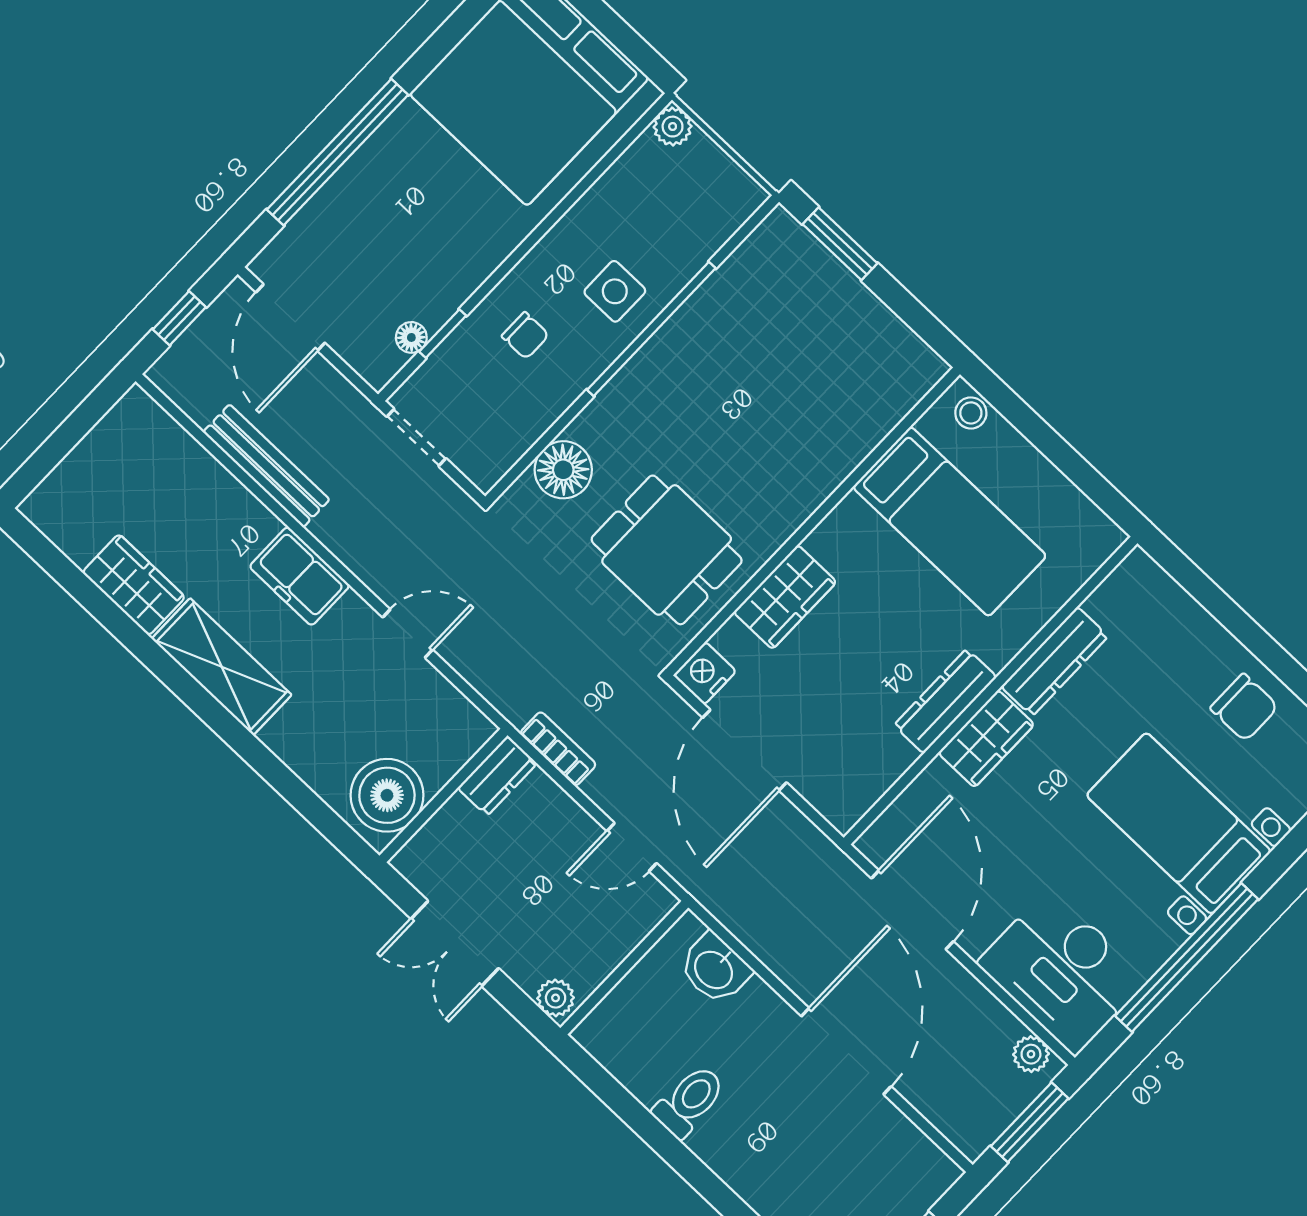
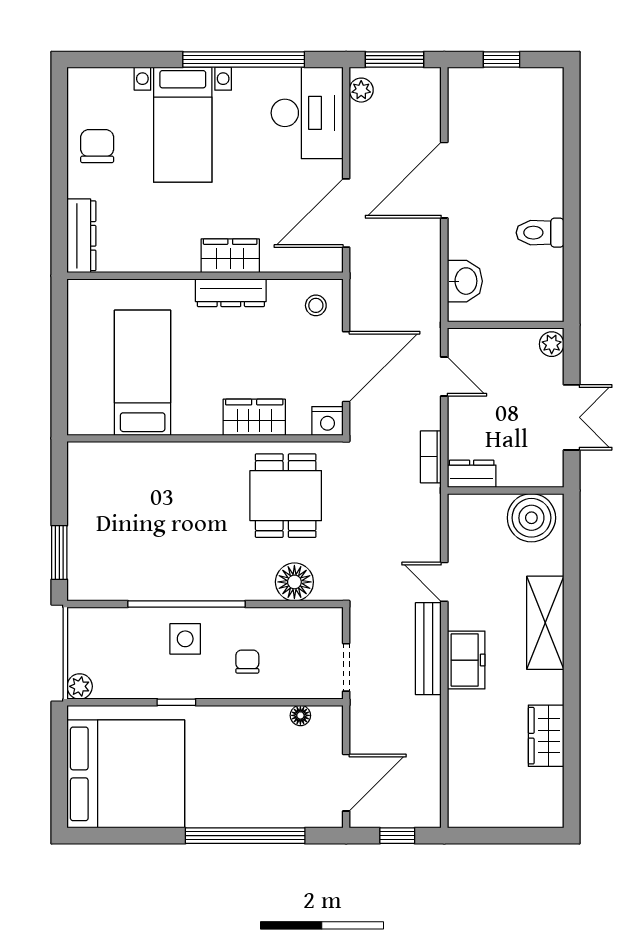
window: (443, 334) -> (176, 702), moved
stool: (971, 413) -> (316, 305), moved
bench: (266, 466) -> (428, 649), moved
dresser: (1055, 661) -> (81, 236), moved, turned 90
shelving: (222, 667) -> (545, 623), moved

